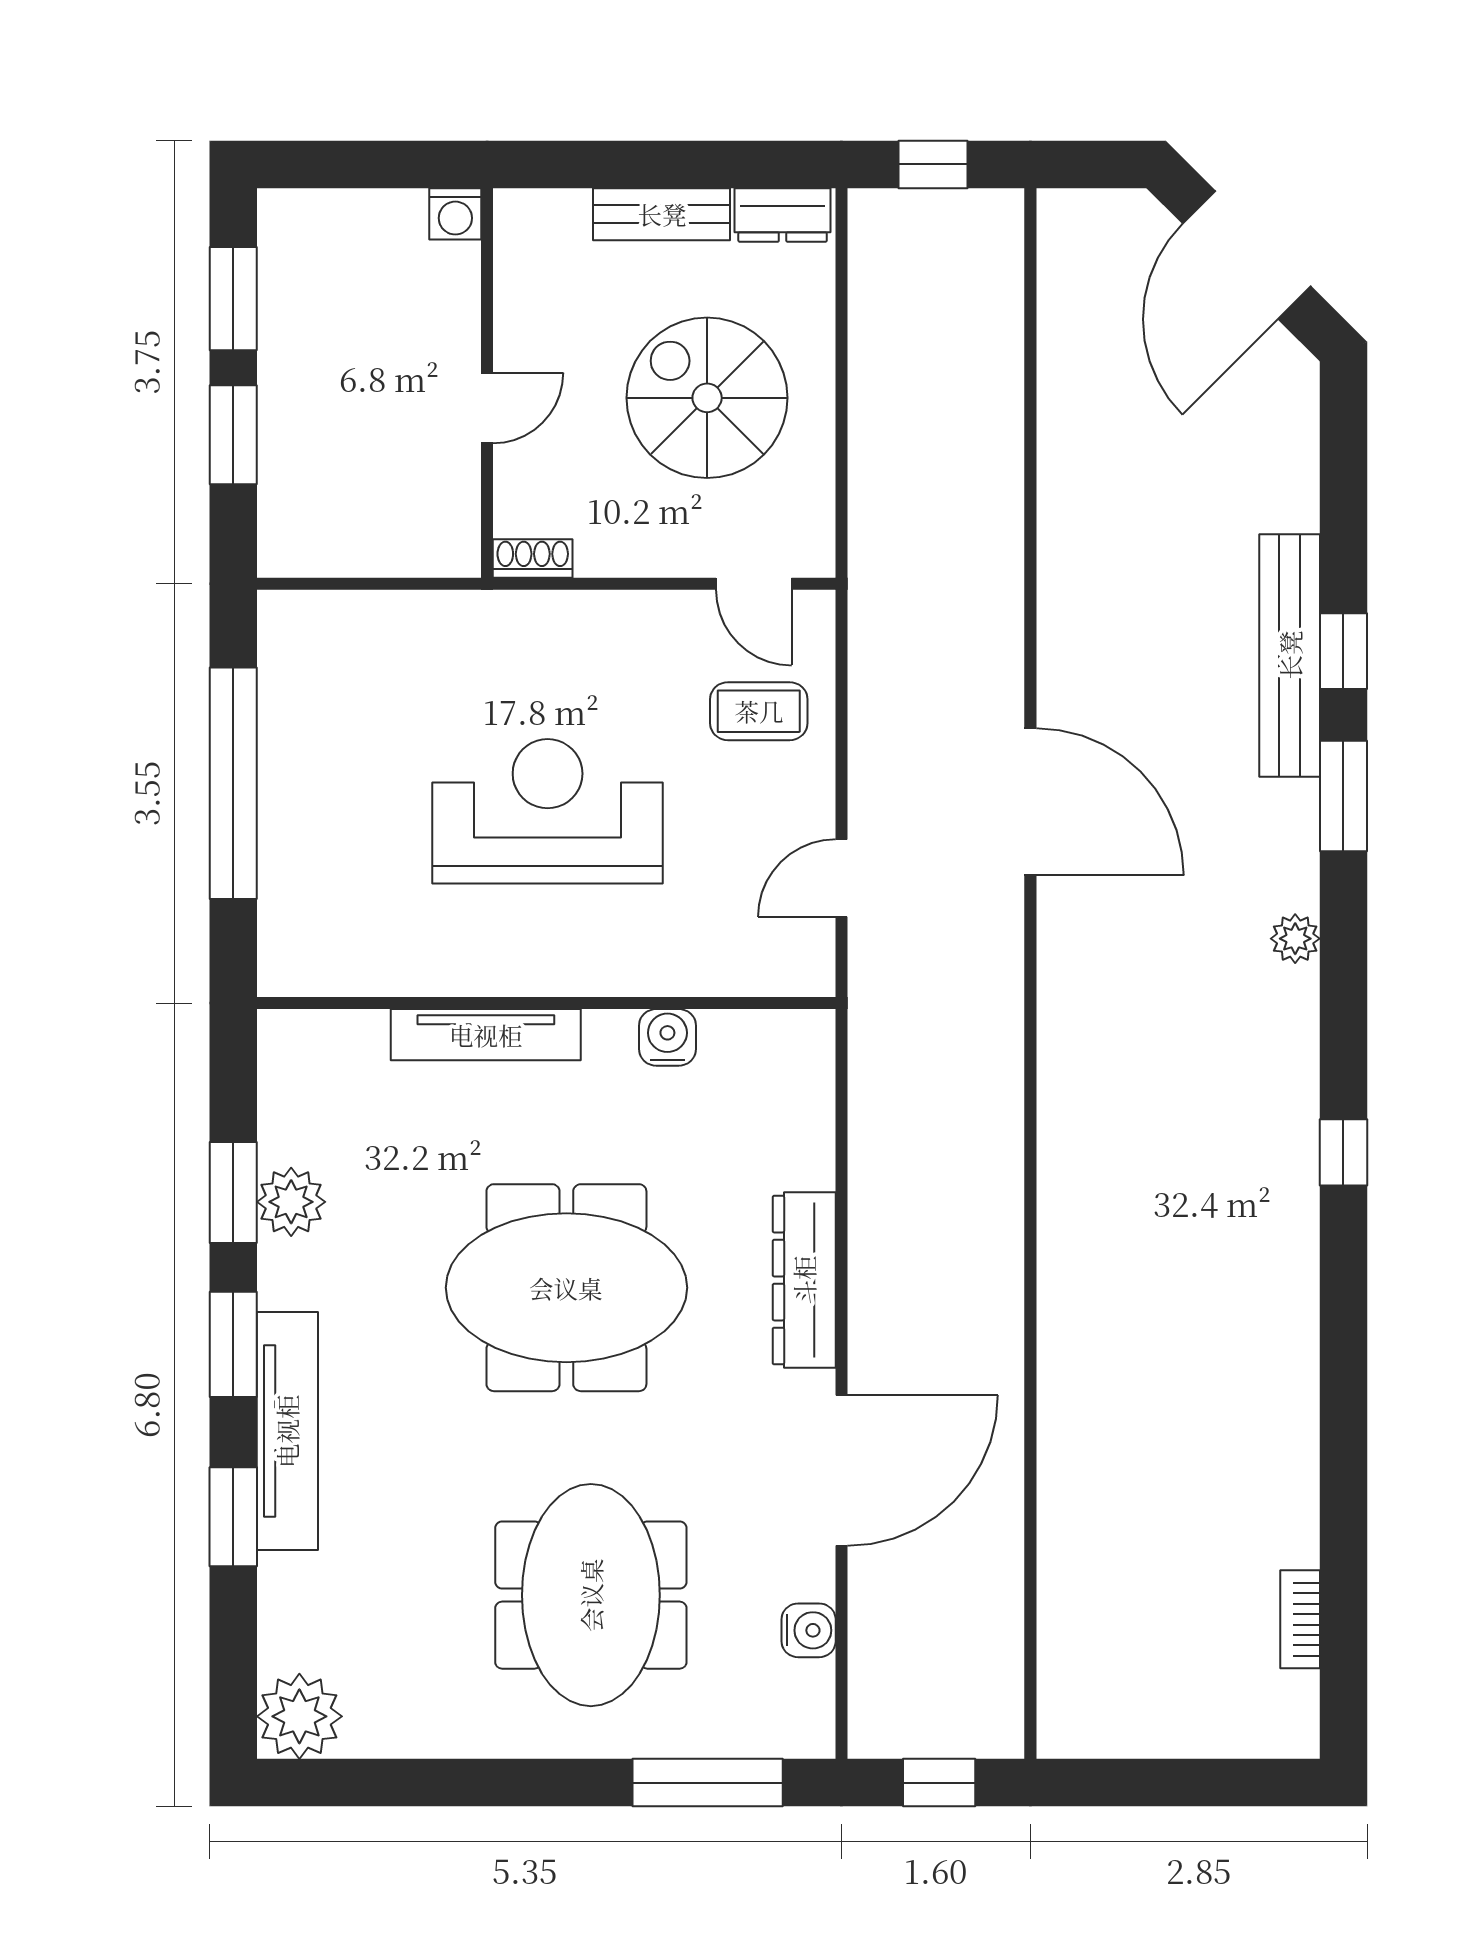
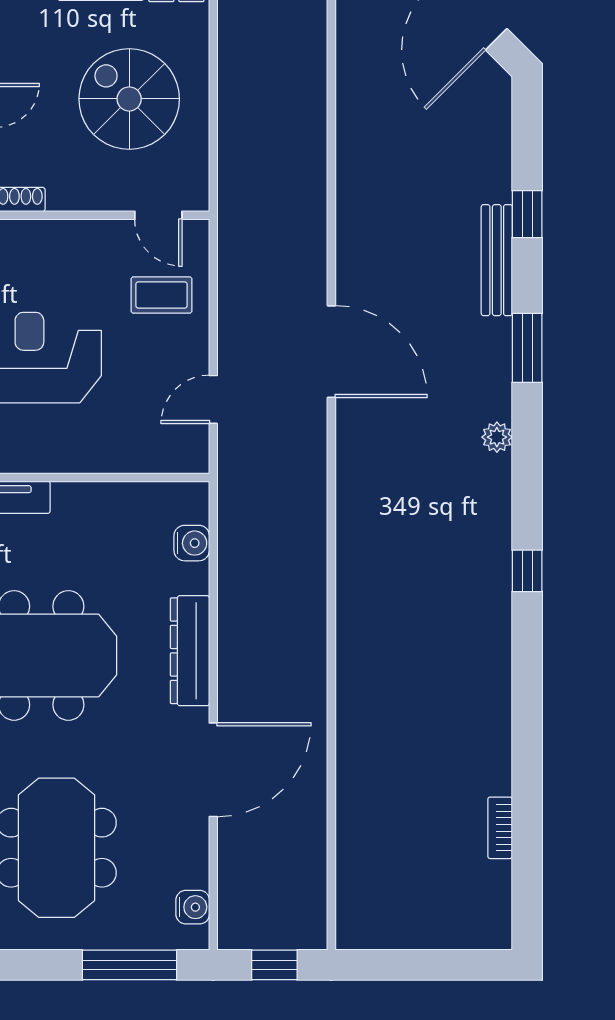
window: (1343, 651) -> (527, 214), moved
bench: (1290, 655) -> (497, 260), width x0.73, depth x0.82
water cooler: (667, 1037) -> (192, 543), moved, turned 90
bookcase: (1300, 1619) -> (500, 828), moved
water cooler: (809, 1630) -> (193, 907), moved

